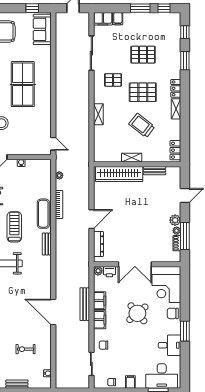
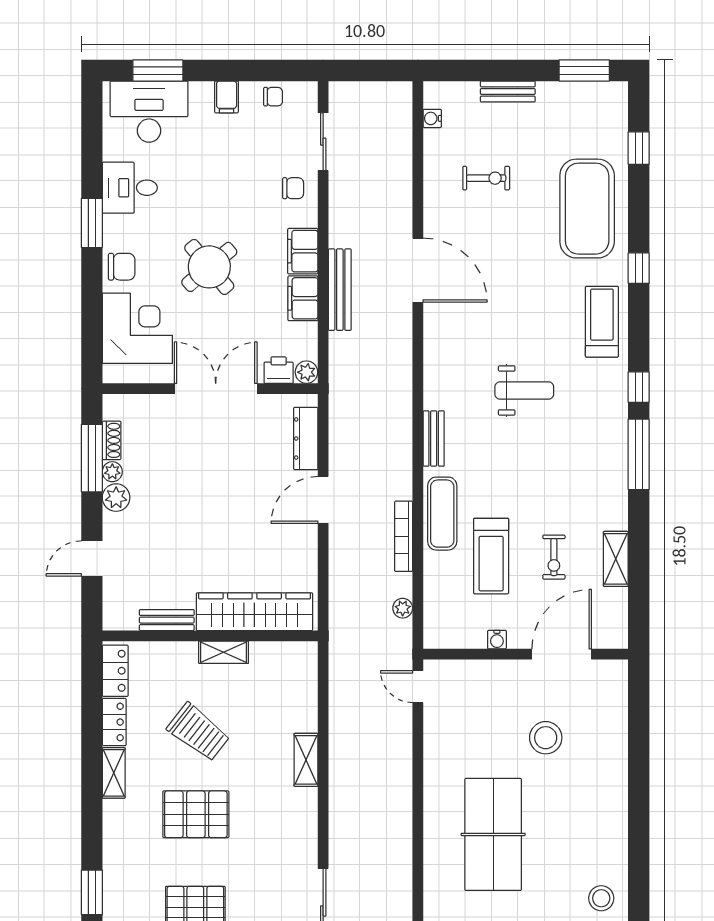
pallet: (113, 80) -> (270, 845), removed
locker: (176, 88) -> (114, 722), moved
treadmill: (14, 227) -> (491, 556), moved

